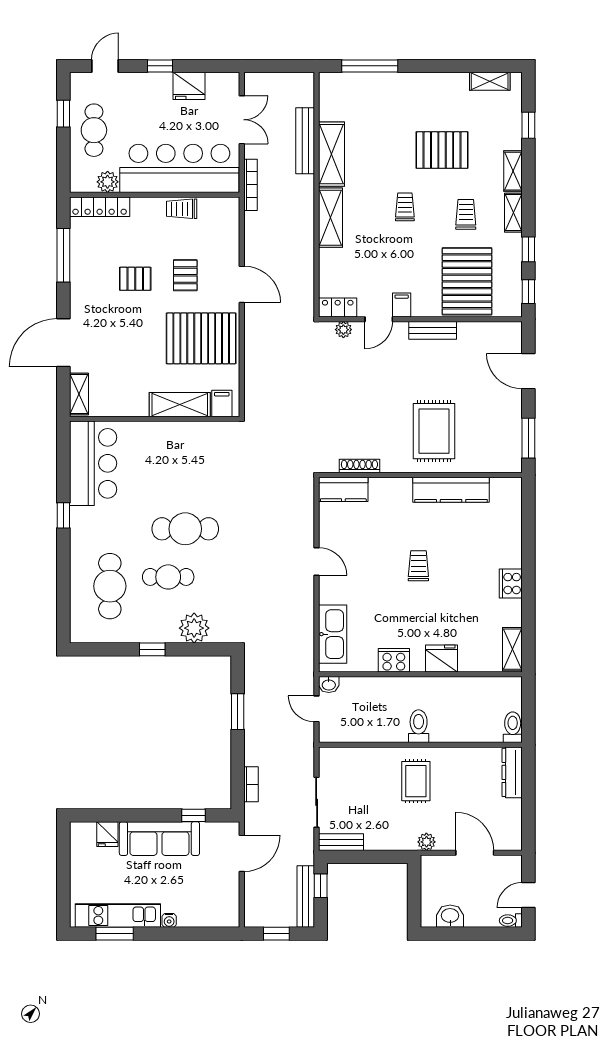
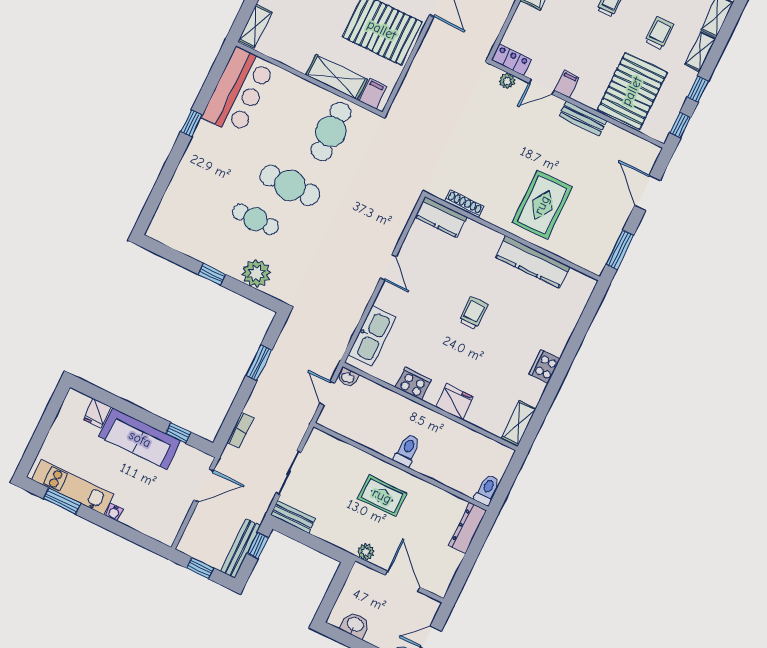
cafe table: (110, 586) -> (331, 132), moved
rug: (416, 781) -> (382, 496), turned 90

